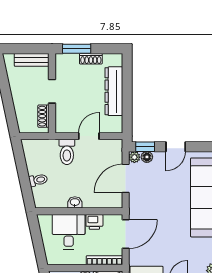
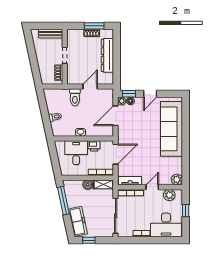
window: (77, 49) -> (94, 26), moved

